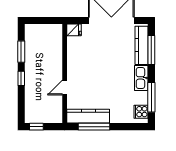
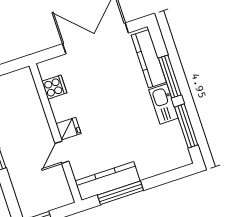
fridge: (74, 30) -> (68, 129), moved
window: (151, 50) -> (170, 76), moved
cooker: (141, 112) -> (54, 87), moved, turned 180

